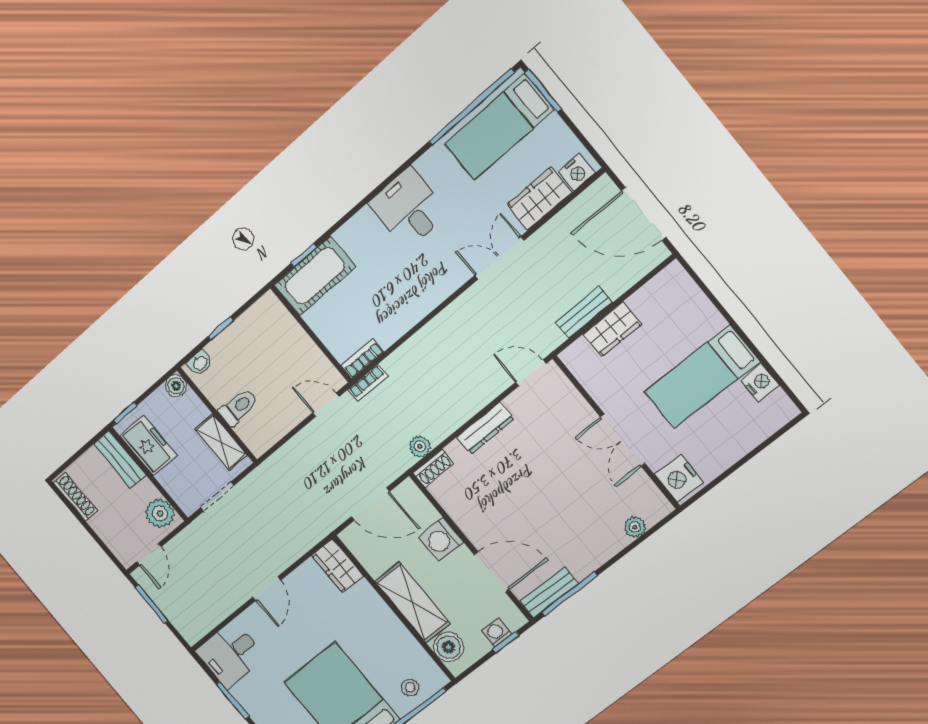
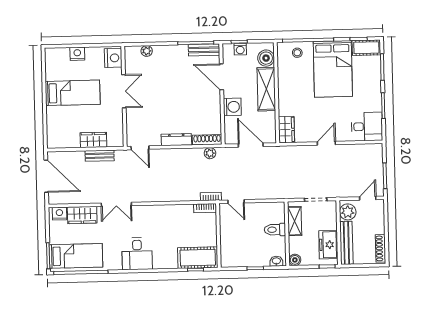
nightstand: (760, 383) -> (77, 54), moved, turned 90
bench: (120, 460) -> (346, 243), width x1.36
shoe rack: (433, 468) -> (207, 140), width x1.43

